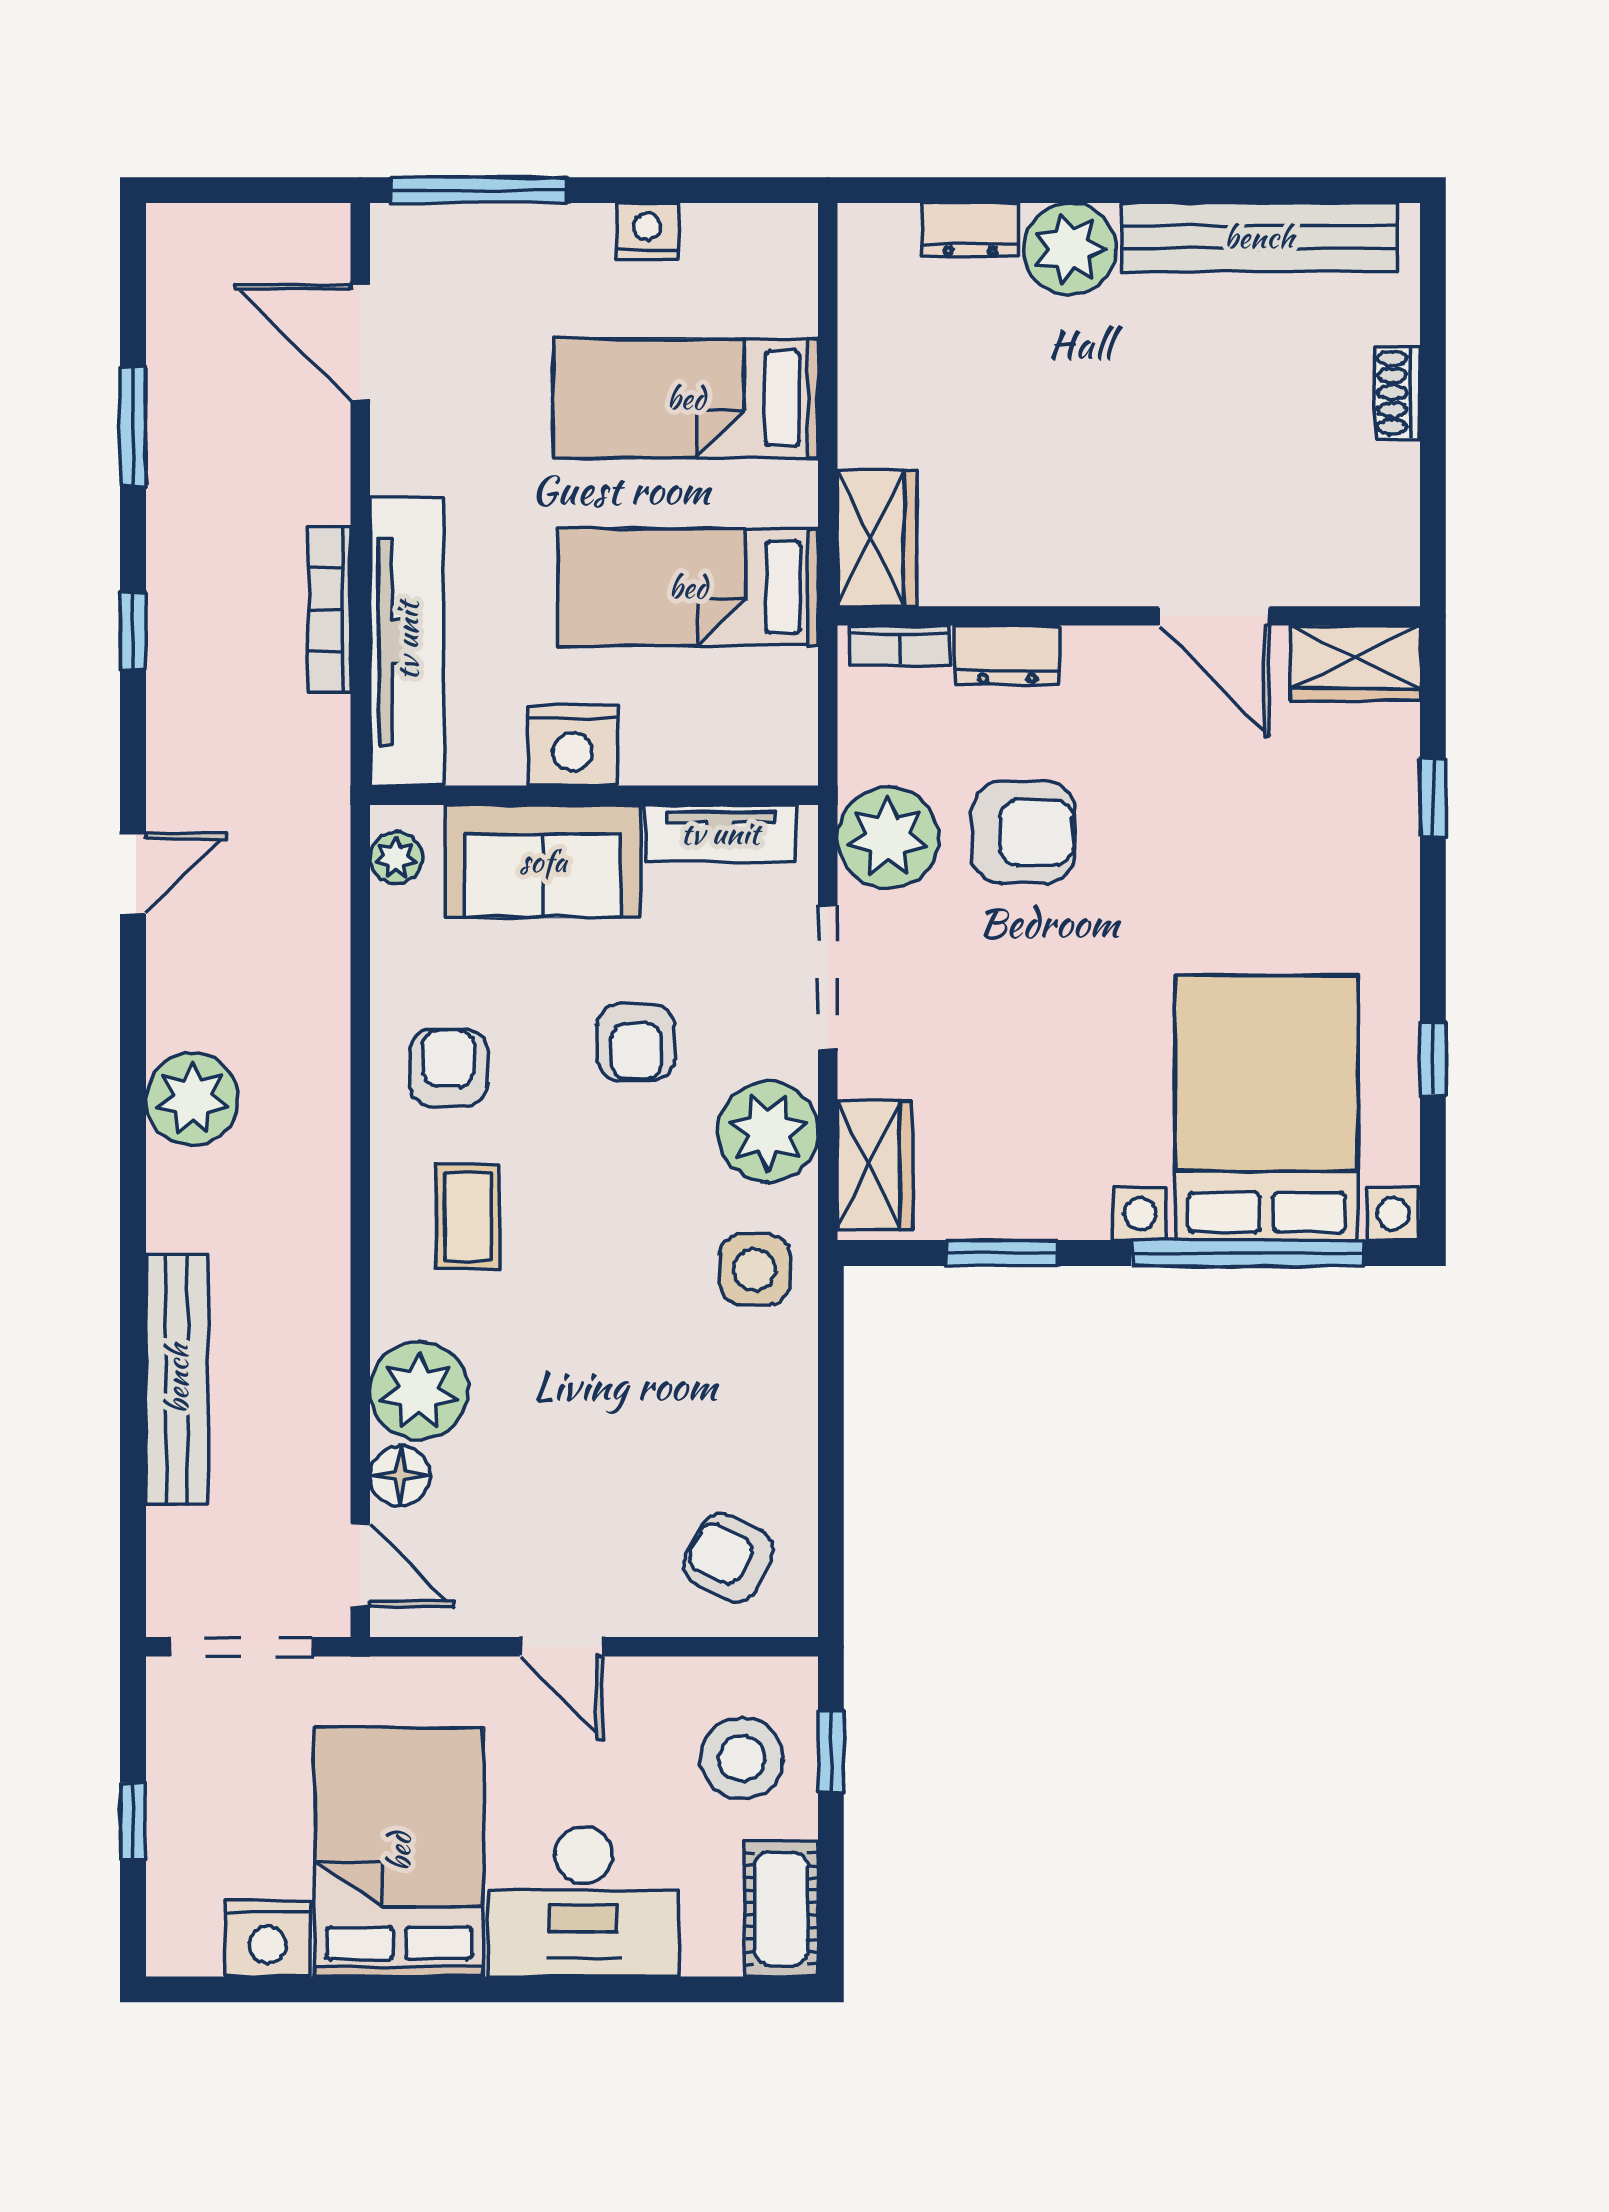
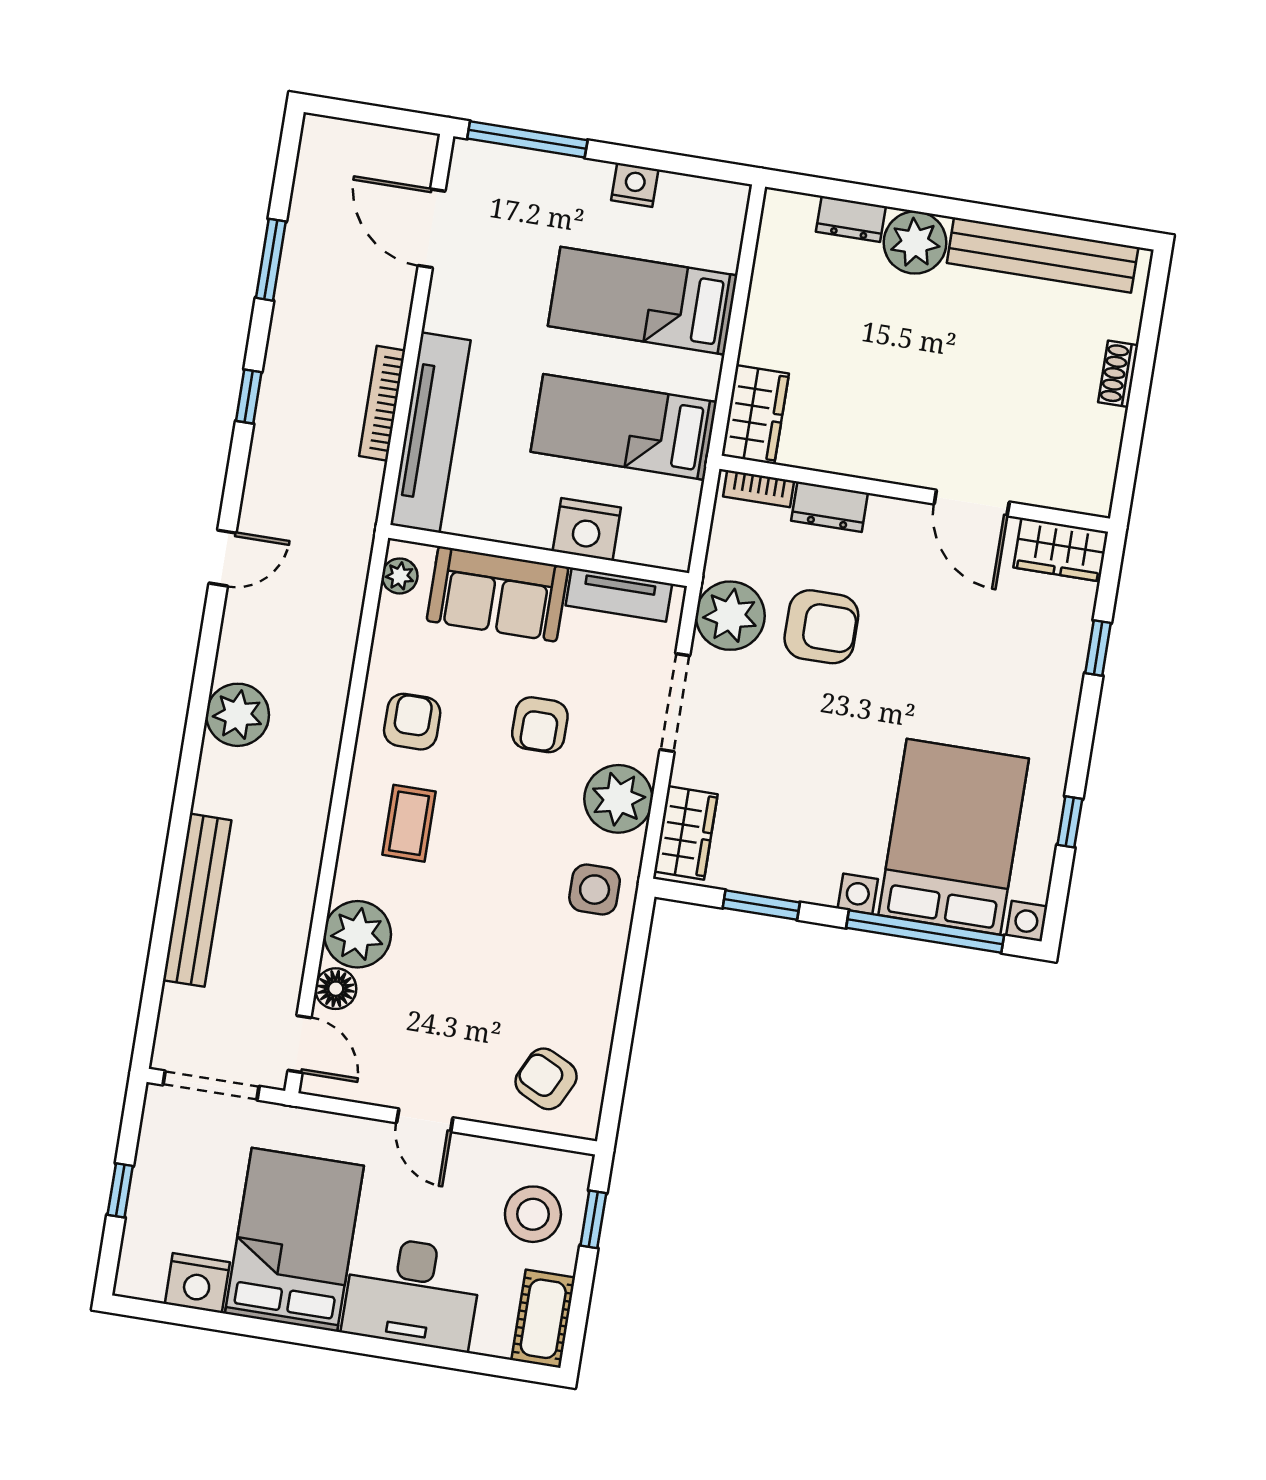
nightstand: (573, 745) -> (587, 529), moved

